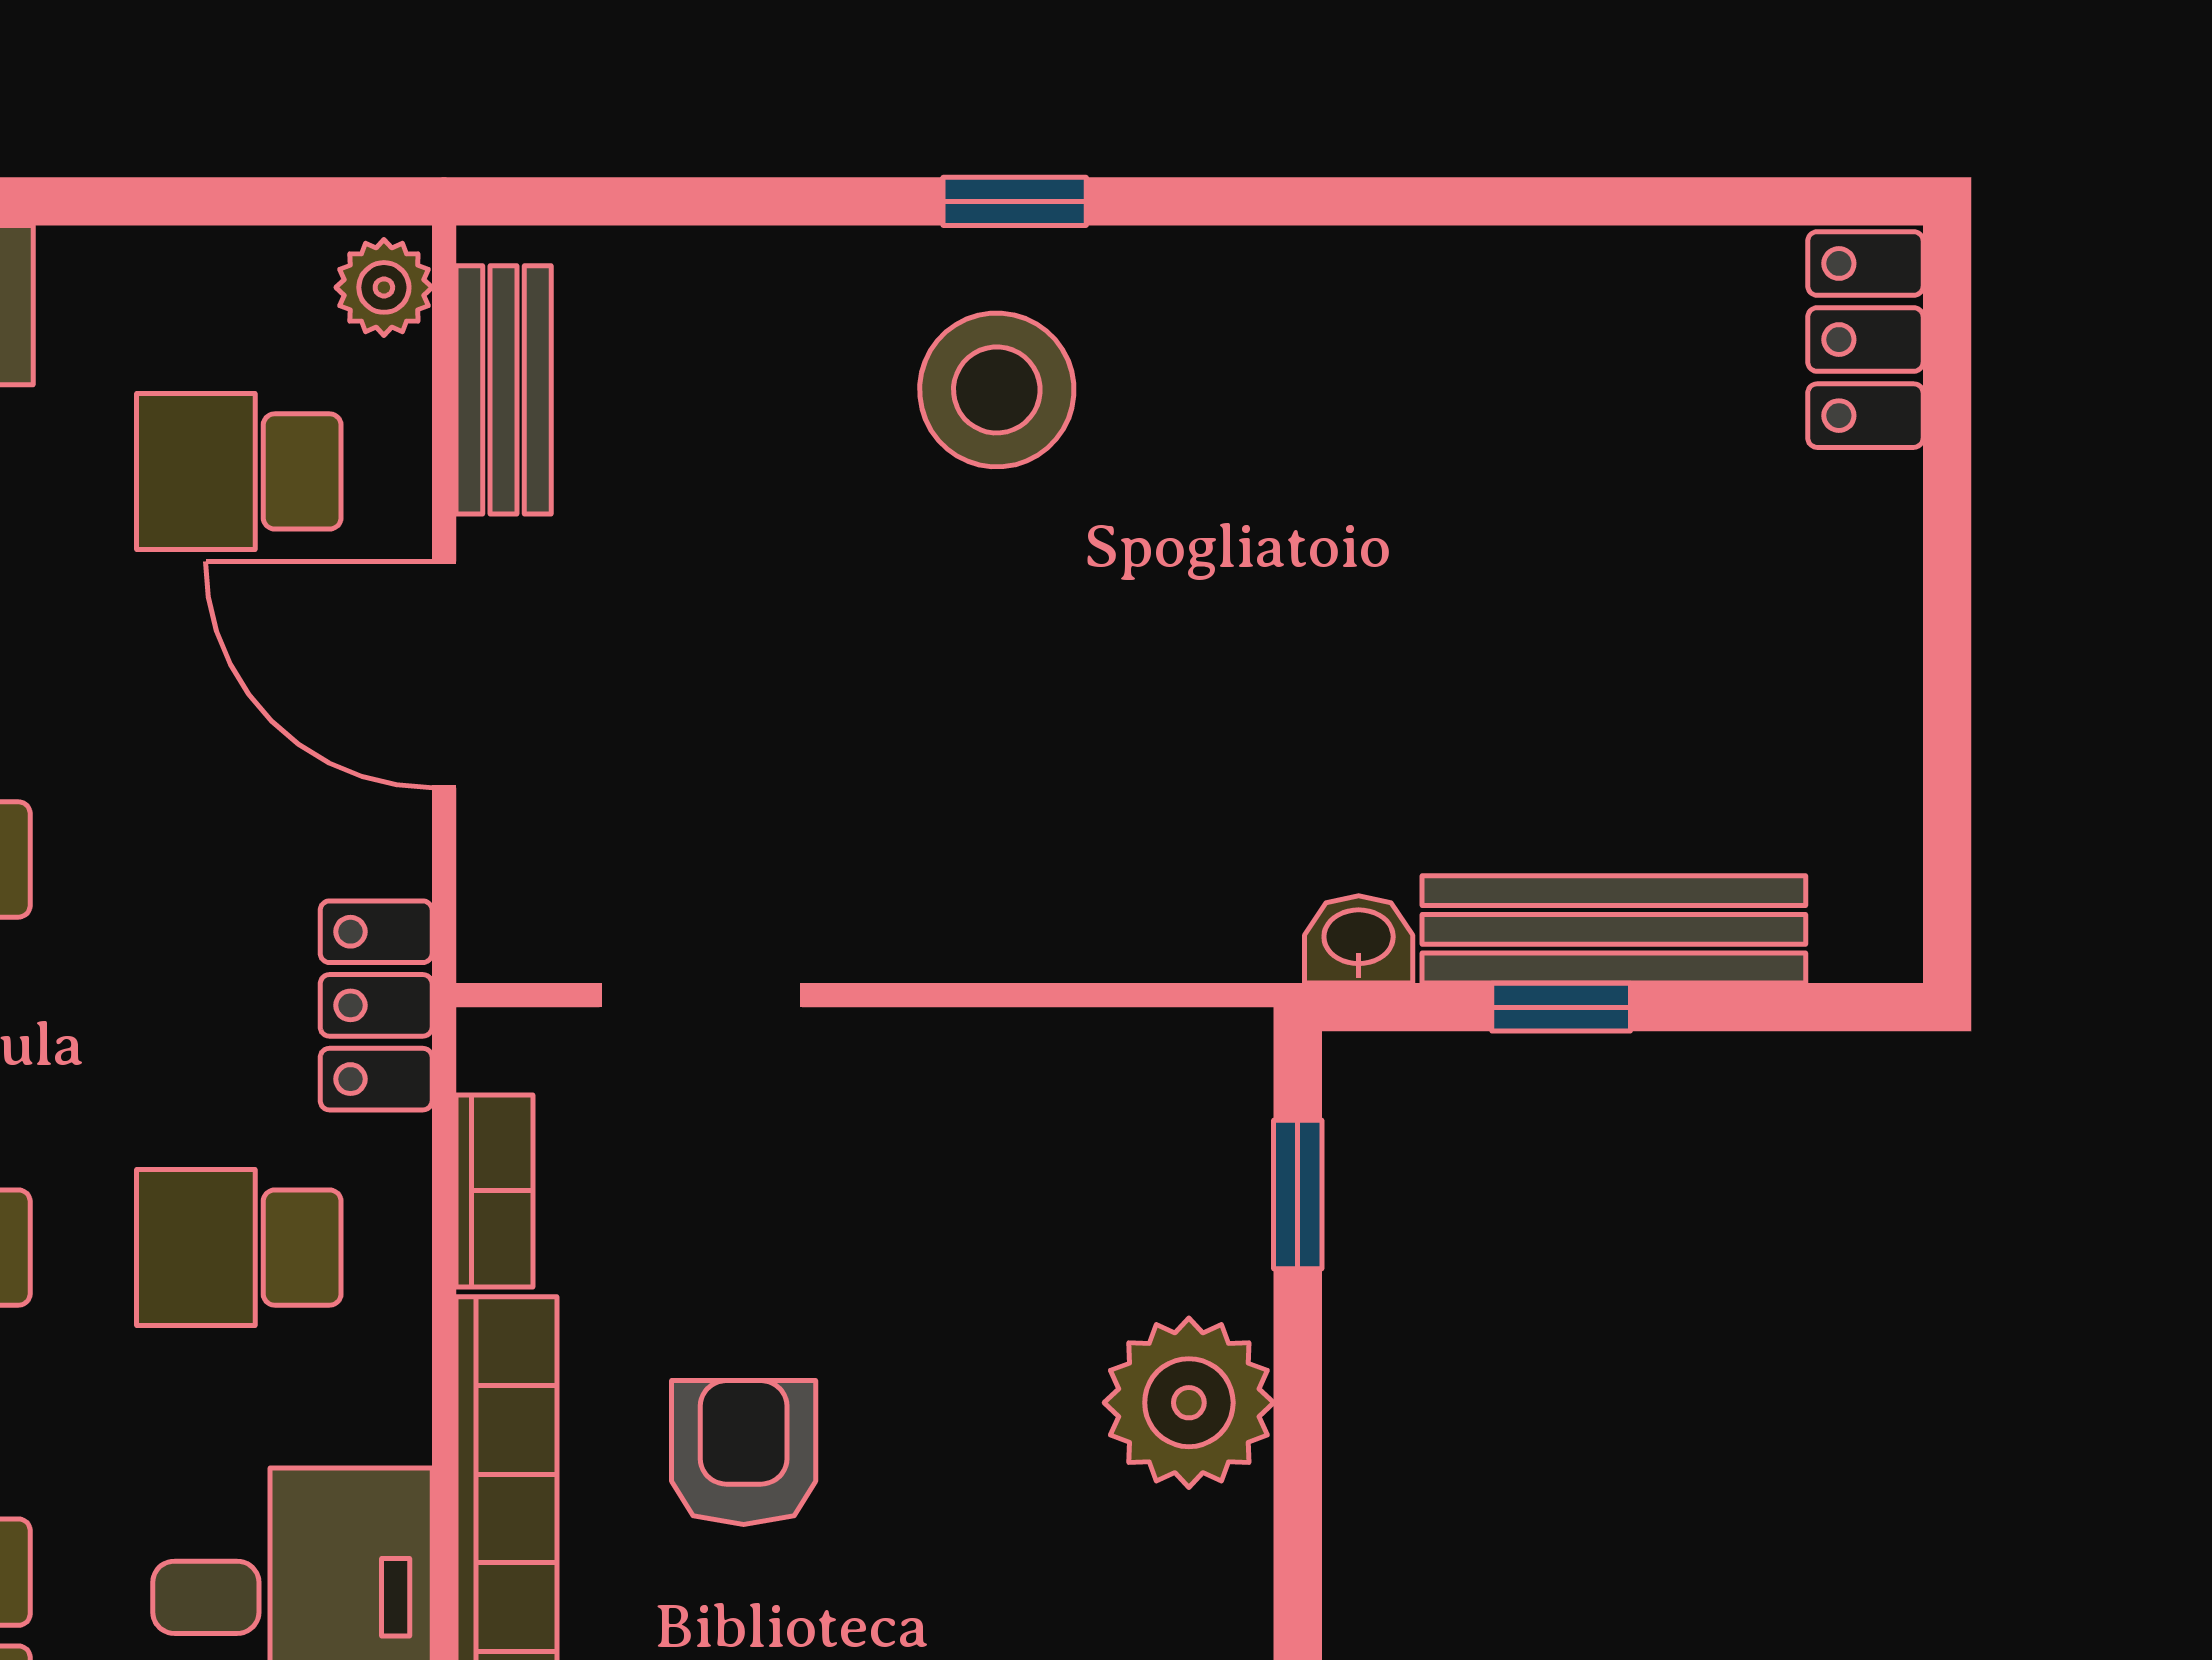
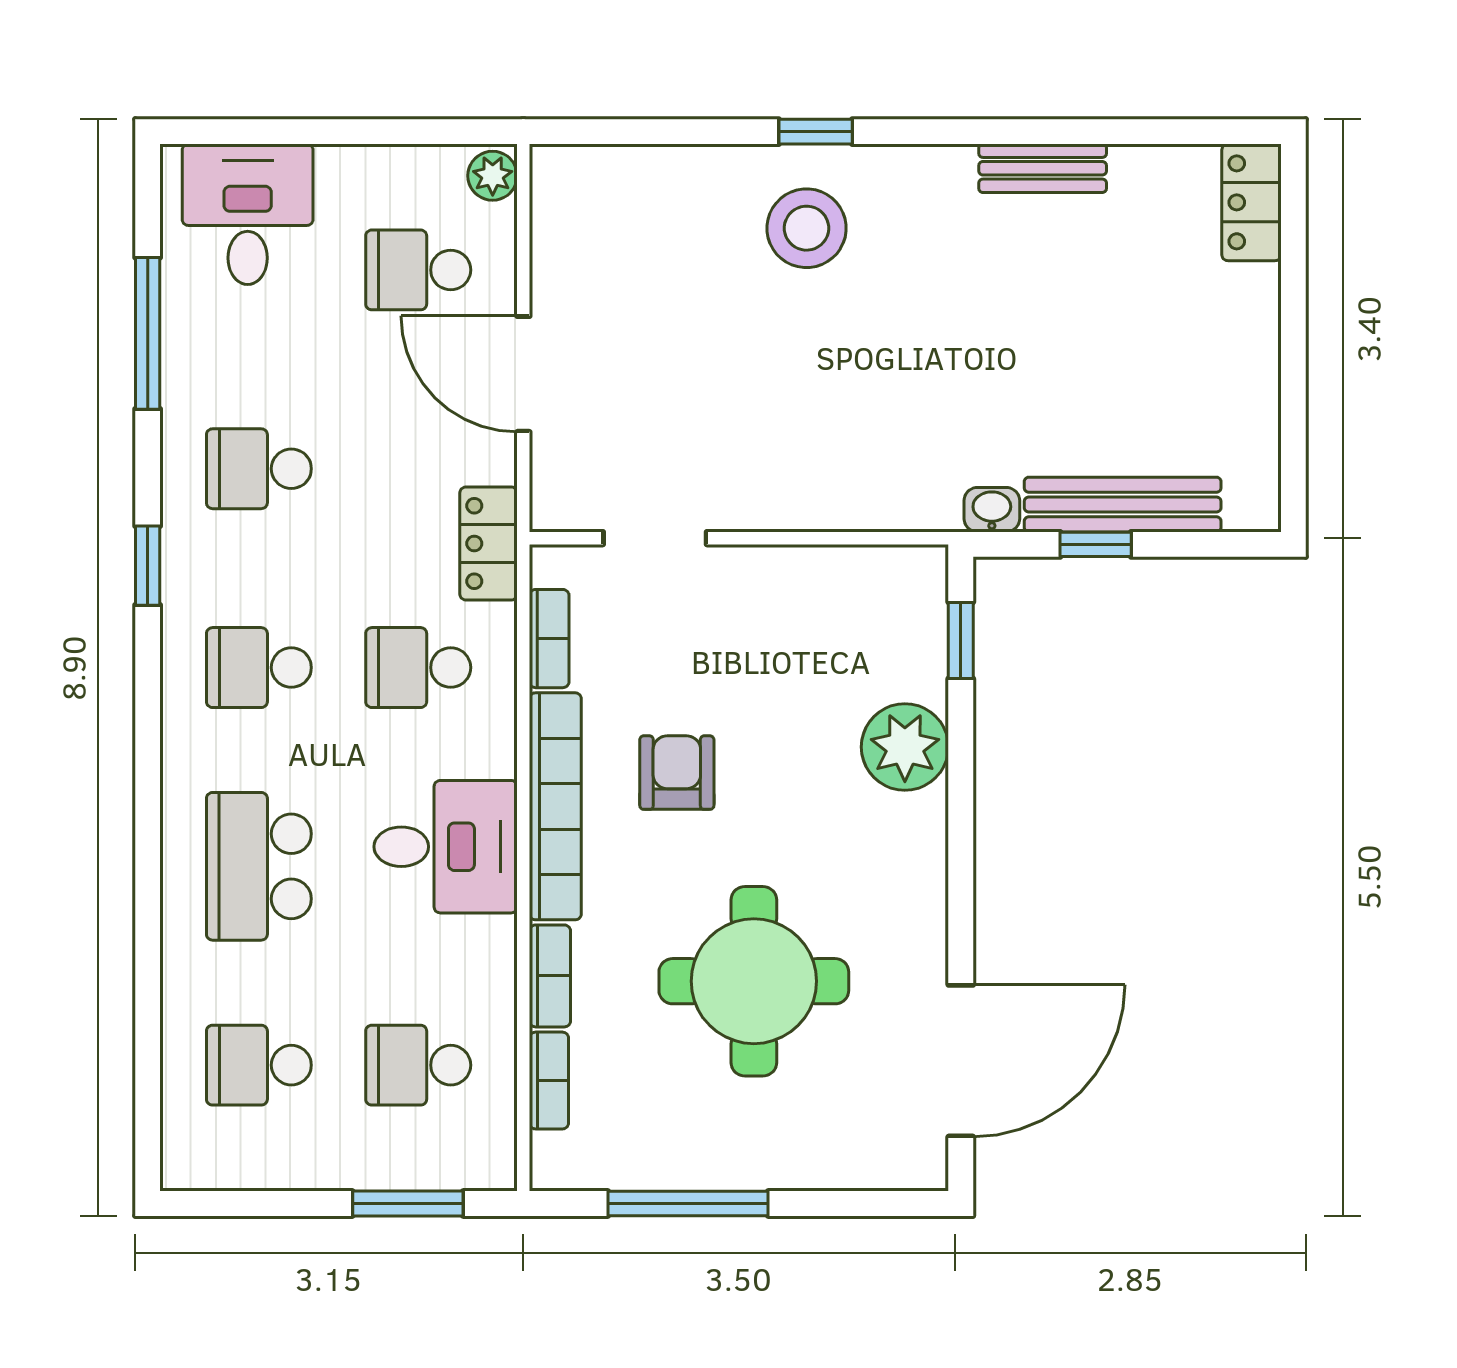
bench: (504, 390) -> (1043, 168), moved, turned 90

